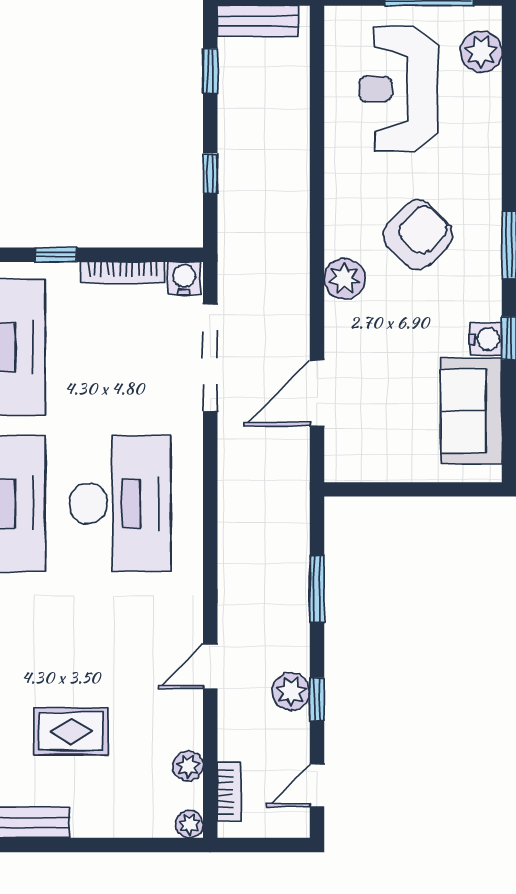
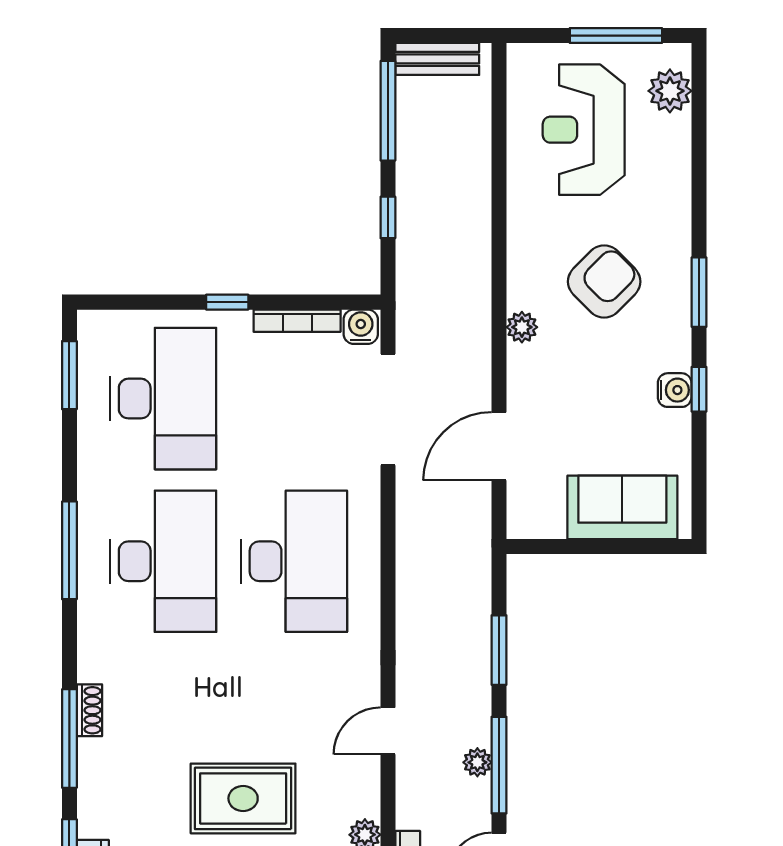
window: (210, 71) -> (388, 111), width x2.17
plant: (344, 279) -> (522, 327), width x0.73, depth x0.73
sofa: (471, 411) -> (622, 507), moved, turned 90
plant: (291, 691) -> (477, 762), width x0.73, depth x0.73
window: (317, 699) -> (499, 765), width x2.17
rug: (71, 731) -> (243, 798), width x1.36, depth x1.43

